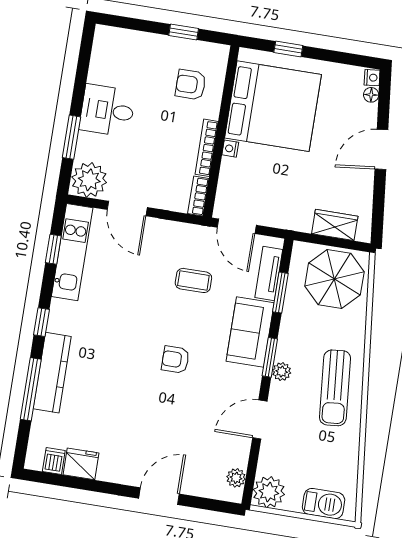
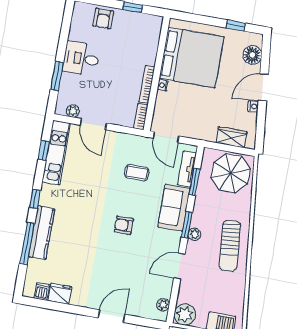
window: (288, 49) -> (236, 25), moved
nightstand: (372, 78) -> (253, 106), moved
armchair: (191, 85) -> (103, 19), moved, turned -90
floor lamp: (371, 95) -> (252, 55), width x1.89, depth x1.89
plant: (89, 180) -> (73, 111), width x0.53, depth x0.53

